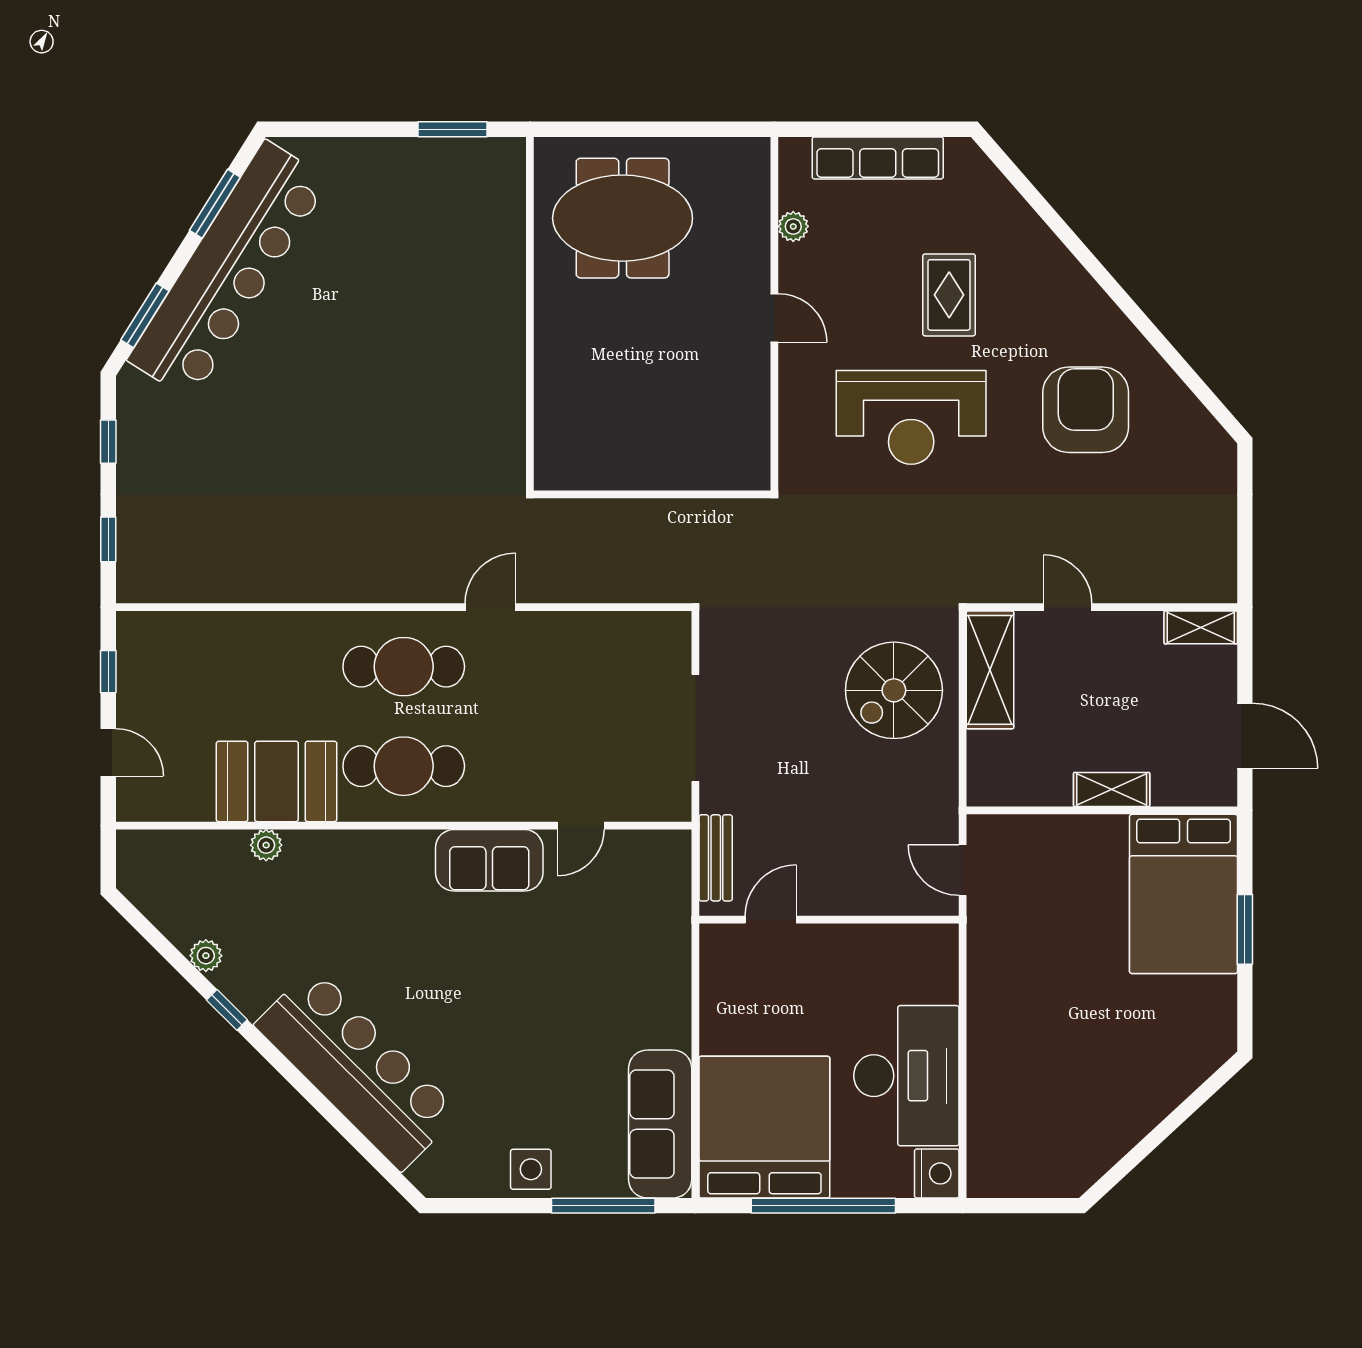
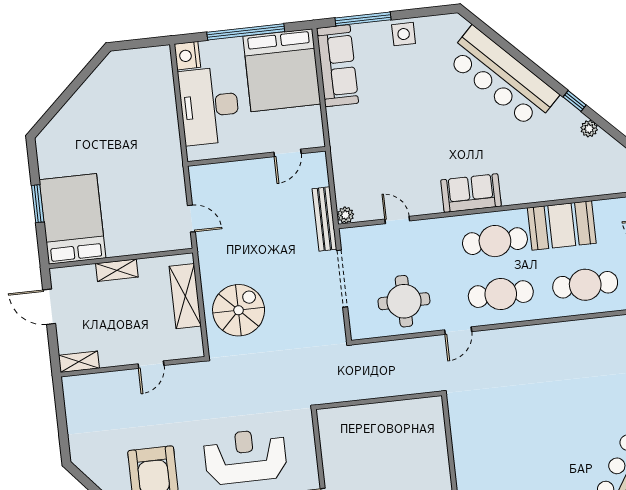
door: (1068, 607) -> (151, 365), hinge flipped
cafe table: (245, 667) -> (585, 285), added
shelving: (990, 670) -> (185, 296), moved
round table: (585, 673) -> (404, 301), added
door: (581, 826) -> (397, 220), hinge flipped
plant: (266, 845) -> (345, 215), moved
bench: (716, 858) -> (324, 219), width x1.36
sofa: (489, 860) -> (471, 193), moved
door: (771, 920) -> (287, 153), moved
wall: (829, 920) -> (257, 156), moved

